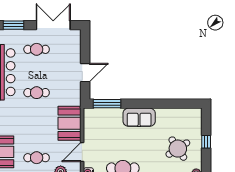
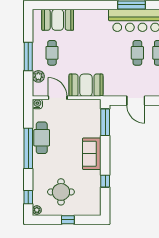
cafe table: (37, 93) -> (137, 53), moved
window: (167, 104) -> (105, 181), added
round table: (178, 149) -> (61, 192), turned 33

